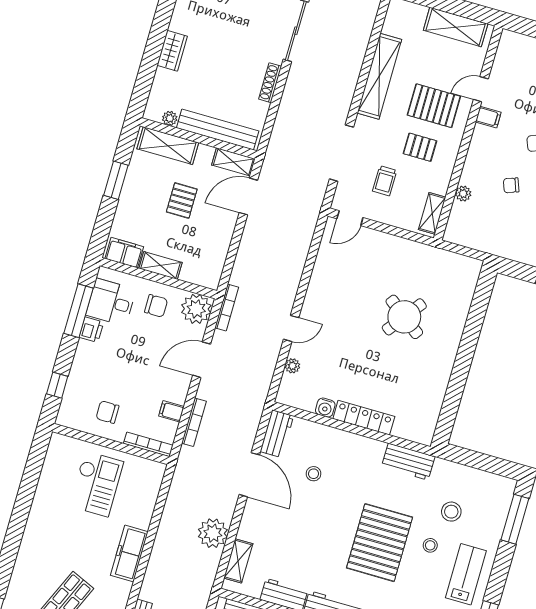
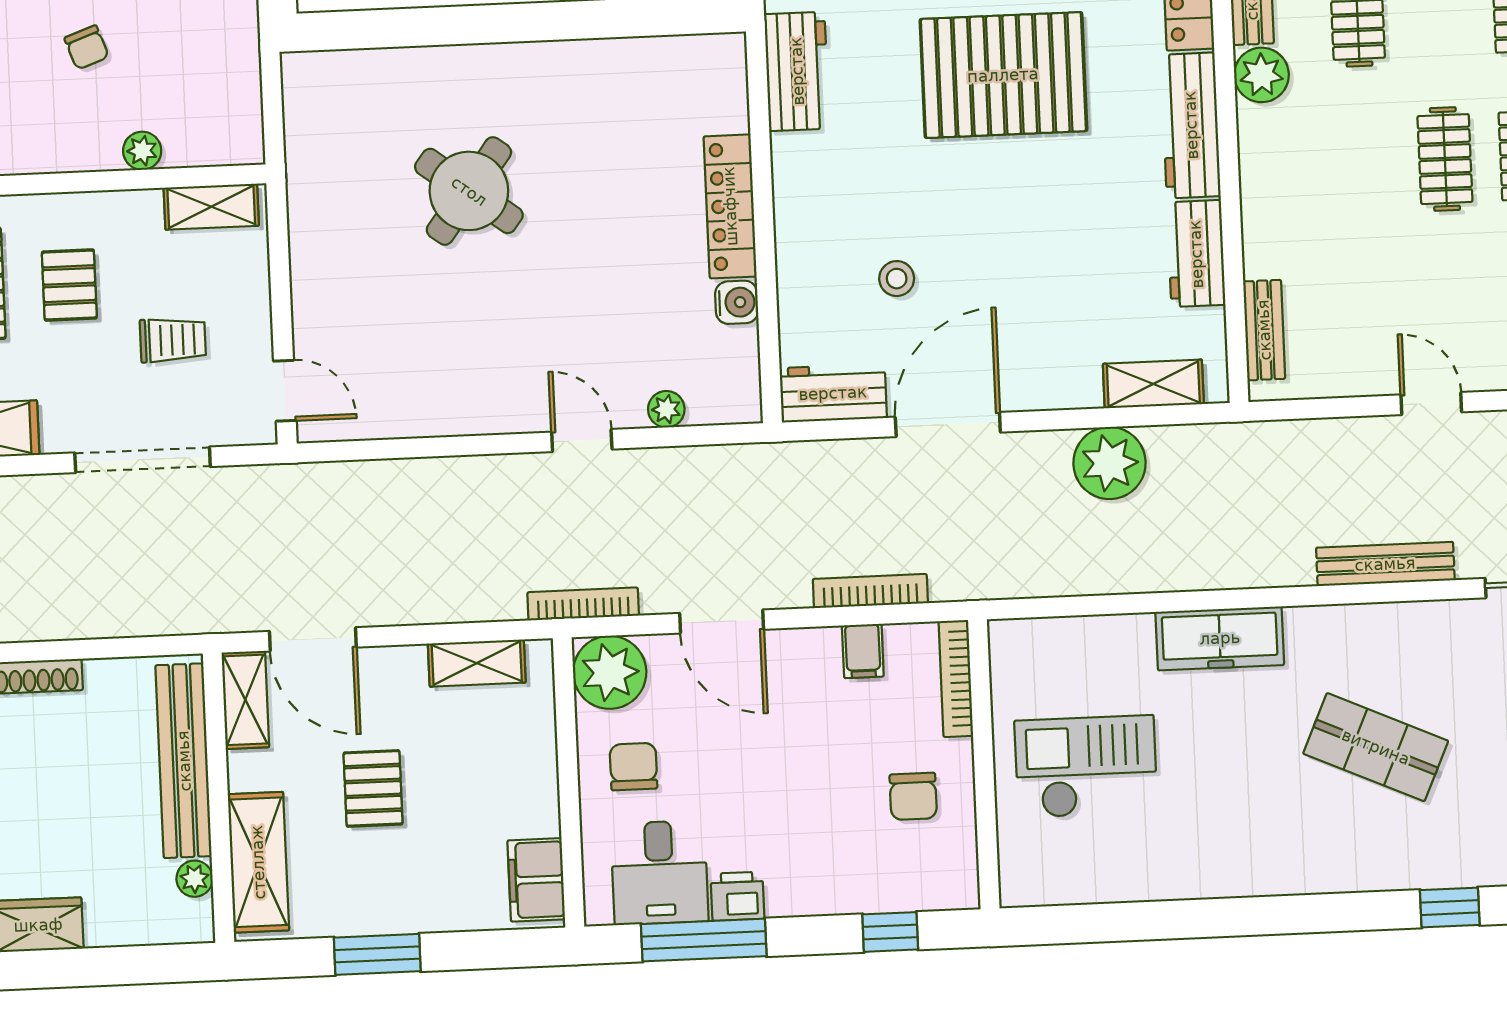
pallet: (182, 200) -> (373, 788), turned 90
shelving: (161, 265) -> (477, 663), moved, turned 90

